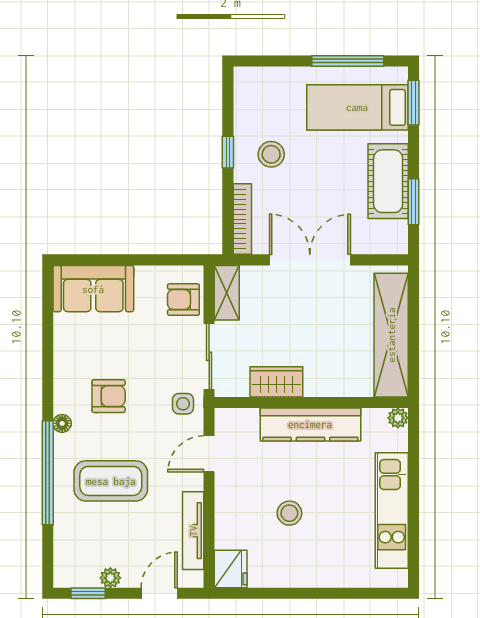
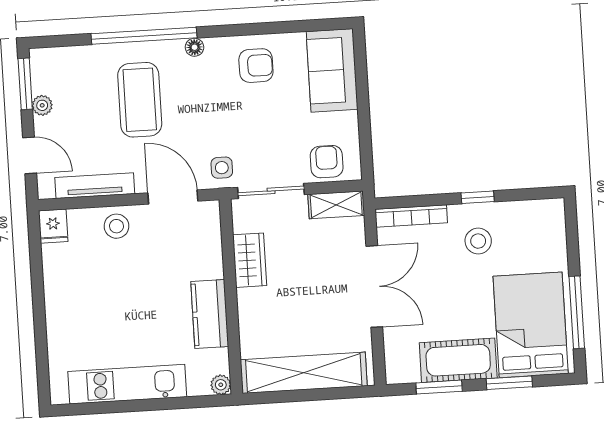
window: (413, 103) -> (509, 383), moved
bed: (357, 107) -> (531, 325), width x1.50
armchair: (109, 396) -> (256, 66), moved, turned -90
kitchen counter: (310, 424) -> (210, 314), width x0.67
door: (209, 454) -> (173, 197), width x1.38
stool: (289, 513) -> (117, 226), moved
fridge: (231, 569) -> (53, 226), width x0.72
window: (88, 593) -> (25, 84), width x1.50

